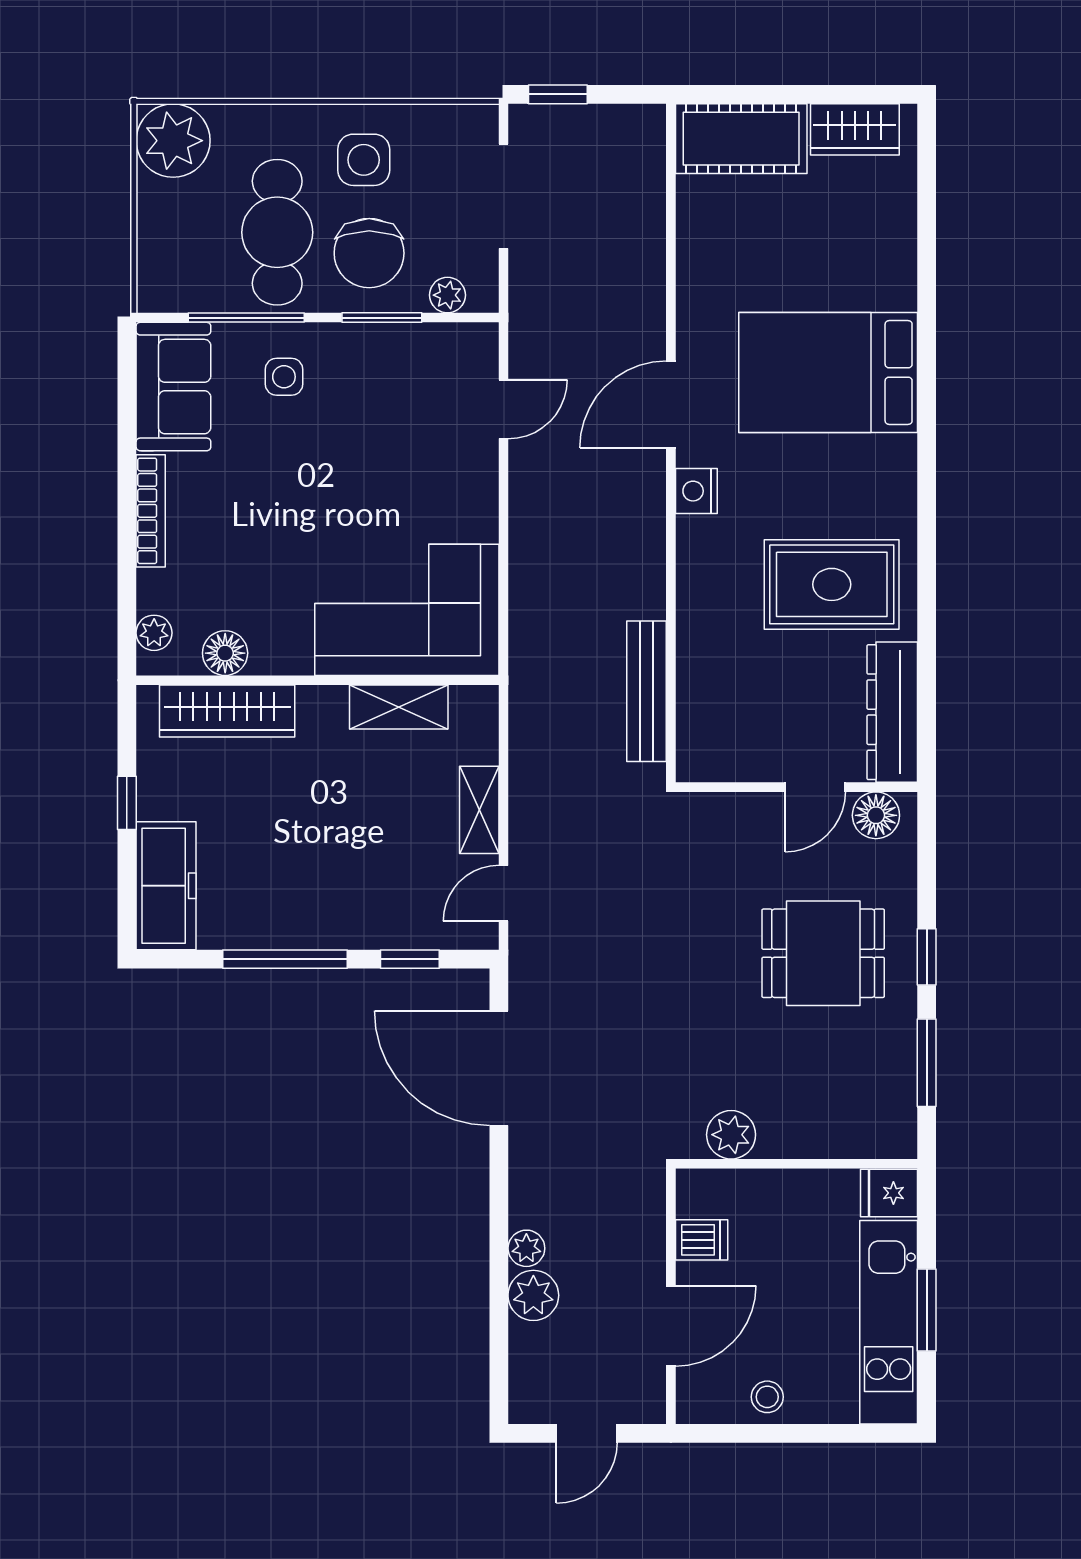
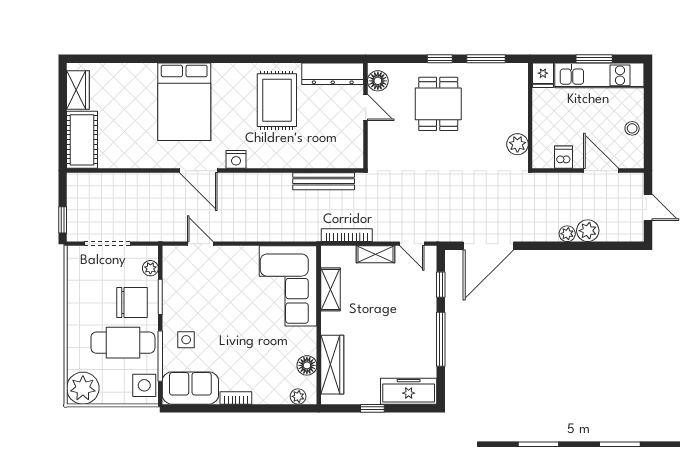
side table: (364, 160) -> (144, 385), moved
bookcase: (151, 511) -> (236, 398), width x0.64
bookcase: (523, 744) -> (347, 235), added

